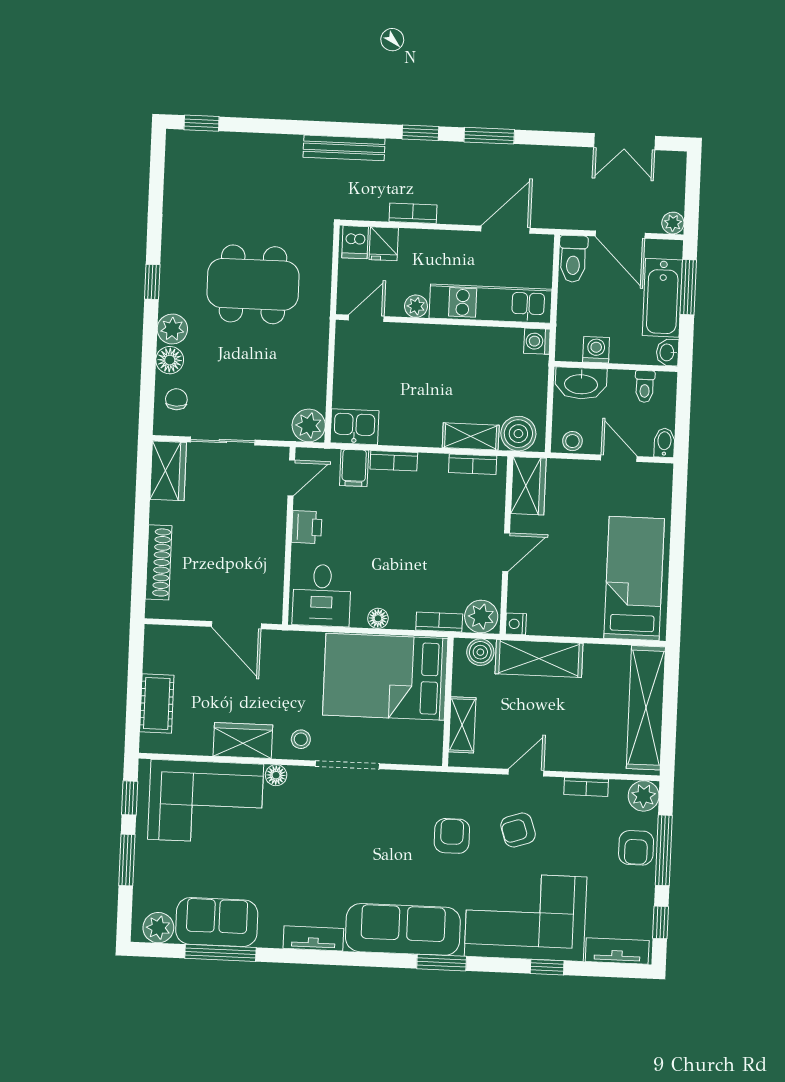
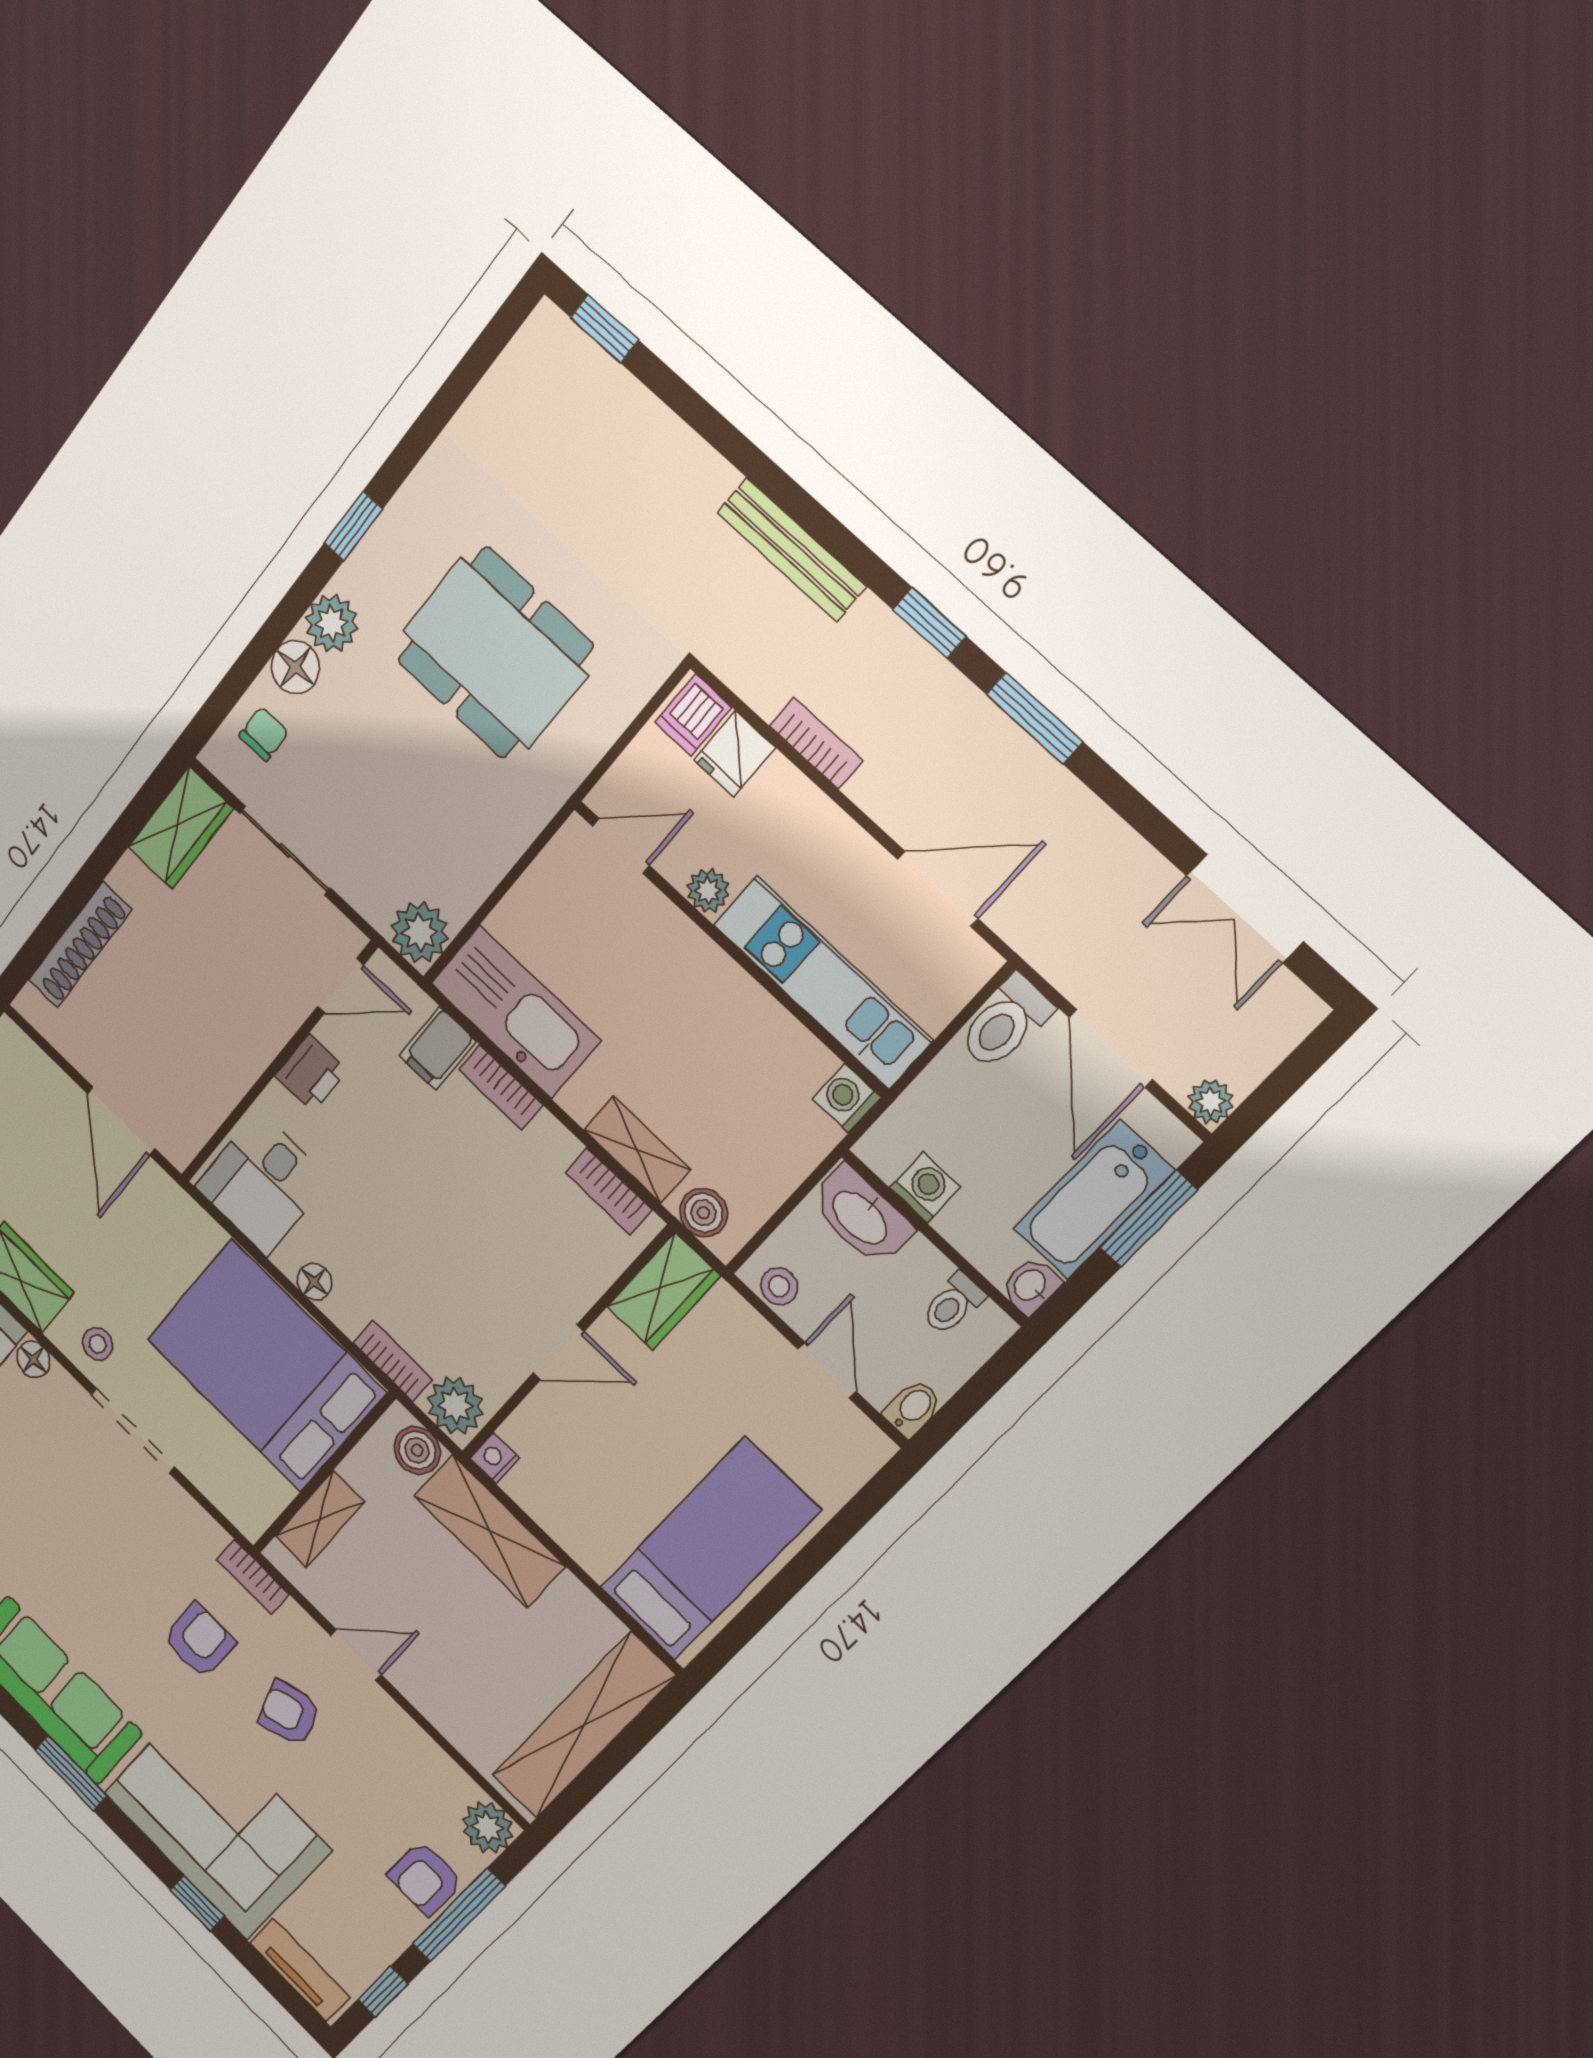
kitchen sink: (354, 427) -> (515, 1012), width x1.88, depth x1.24
boiler: (518, 434) -> (703, 1213), width x0.73, depth x0.73
bookcase: (586, 787) -> (253, 1577), moved

